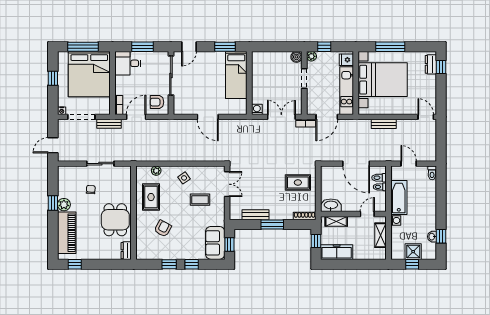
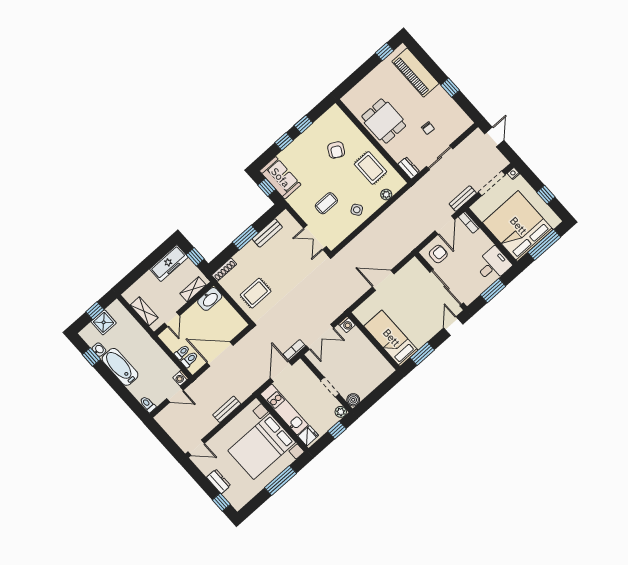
dresser: (431, 64) -> (219, 481), moved
bathtub: (399, 198) -> (120, 367), moved, turned 180
plant: (64, 205) -> (439, 95), removed
washing machine: (396, 220) -> (181, 378), moved
dresser: (126, 251) -> (409, 168), moved

